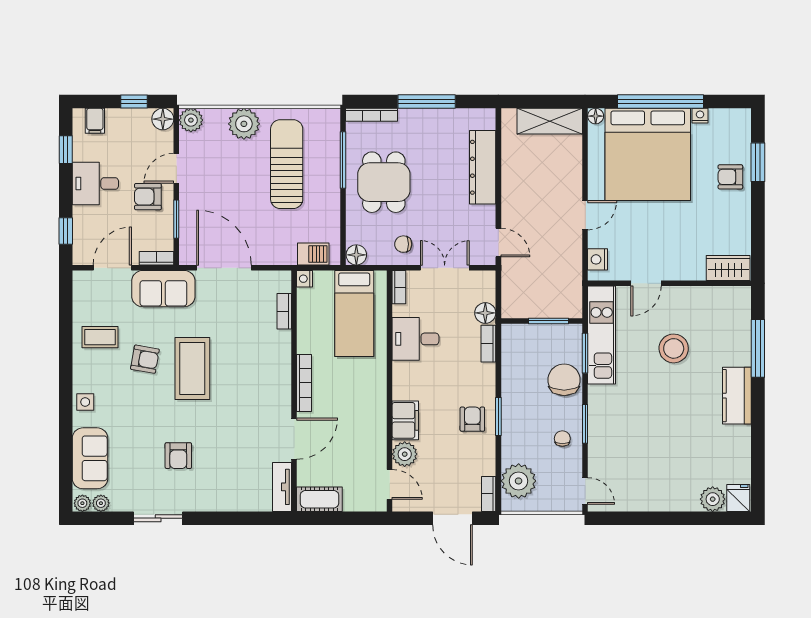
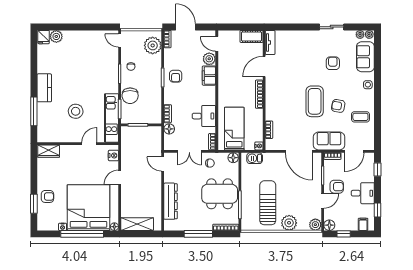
sun lounger: (287, 164) -> (268, 203), turned 180
dining table: (384, 182) -> (220, 194), width x1.37
armchair: (178, 456) -> (333, 63), moved

